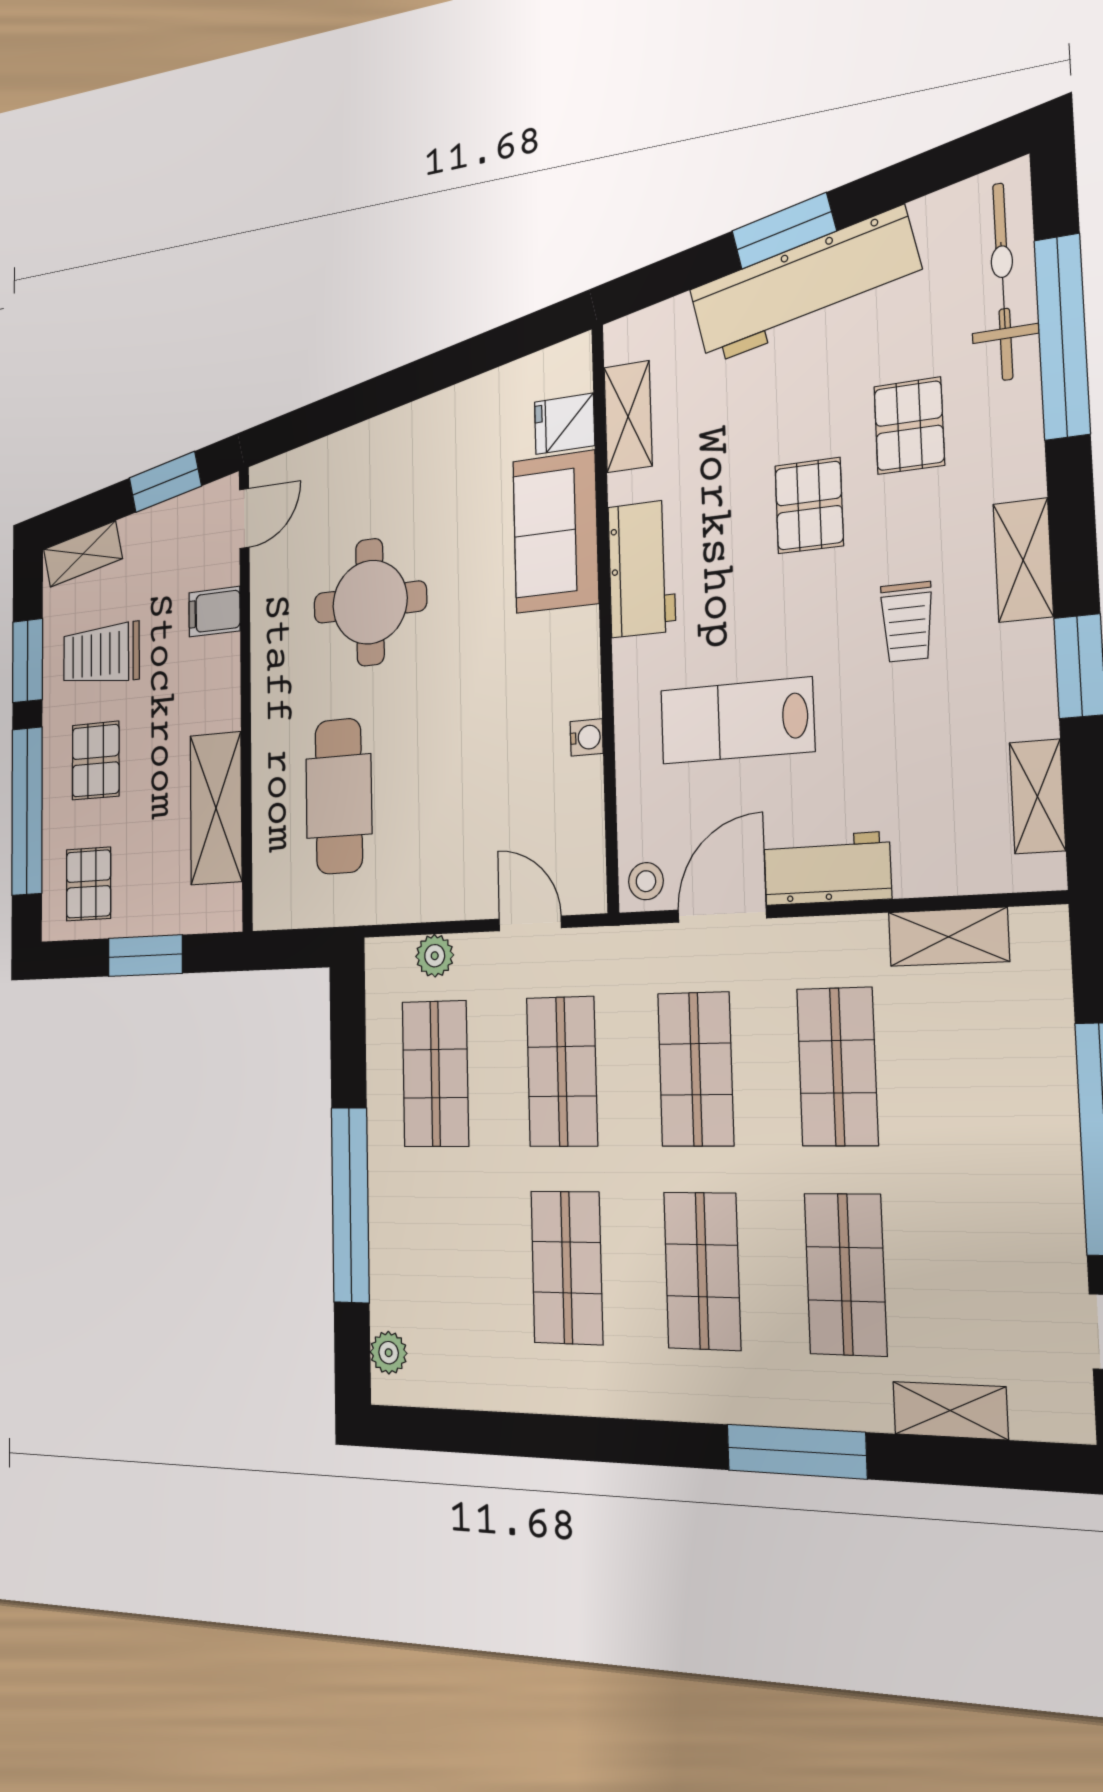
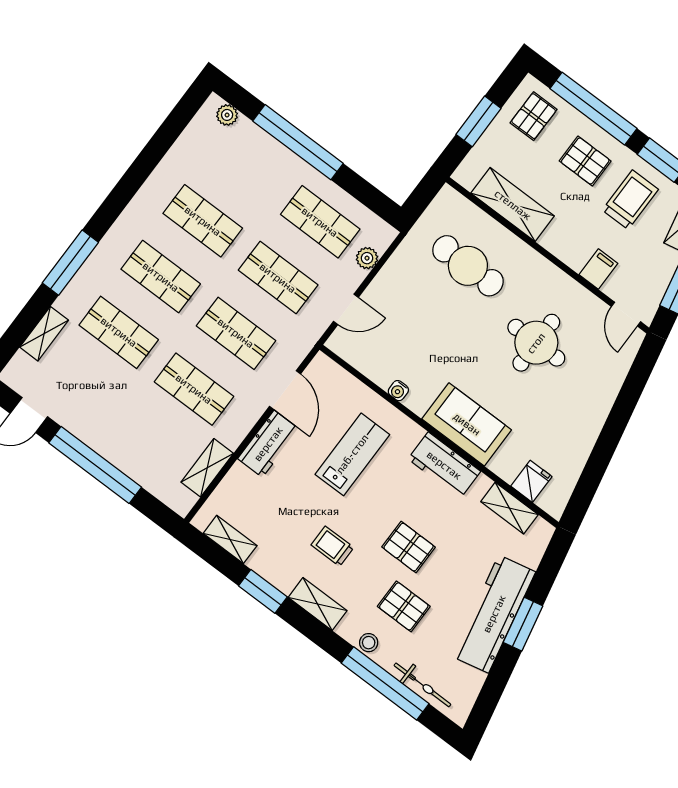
bicycle: (1003, 281) -> (422, 685), width x0.73, depth x0.71
sofa: (556, 532) -> (467, 424), moved
stool: (646, 881) -> (369, 643), moved
pallet: (89, 884) -> (534, 116), turned 90

